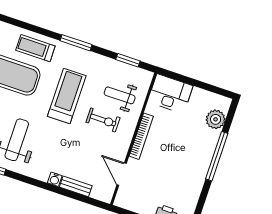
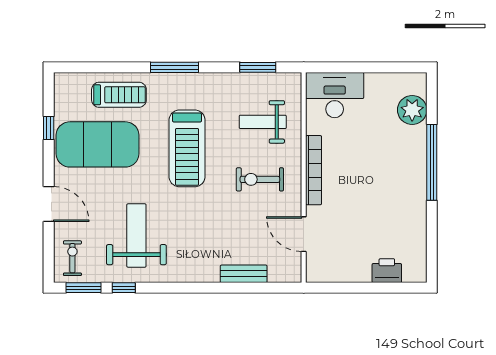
treadmill: (35, 48) -> (119, 95), turned 180
treadmill: (67, 96) -> (187, 148), turned 180
exercise bike: (103, 120) -> (260, 179), moved, turned 180
water cooler: (55, 179) -> (210, 274), removed

